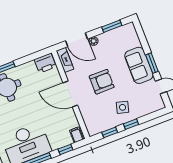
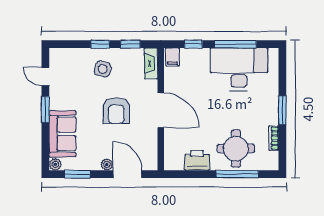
plant: (130, 27) -> (55, 164), added
fireplace: (65, 60) -> (151, 63), moved
printer: (45, 63) -> (197, 160), moved
sofa: (139, 65) -> (63, 134), moved
armchair: (102, 82) -> (116, 111), turned -90

